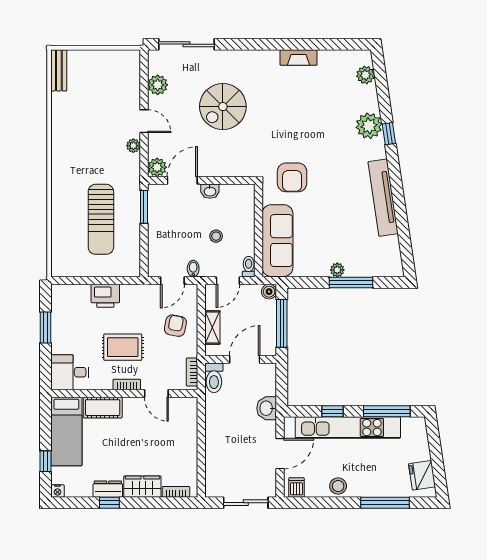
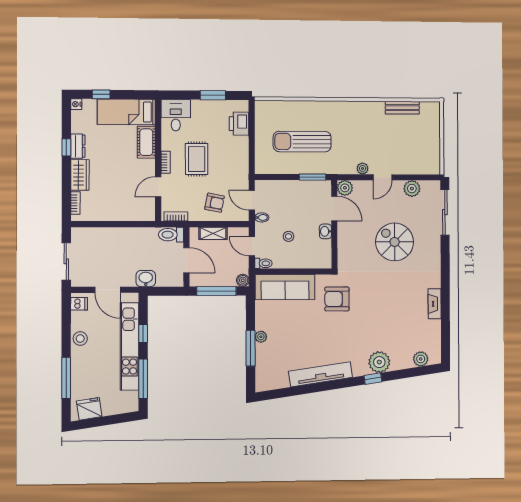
bench: (59, 70) -> (402, 108), moved
printer: (105, 296) -> (239, 124), moved

